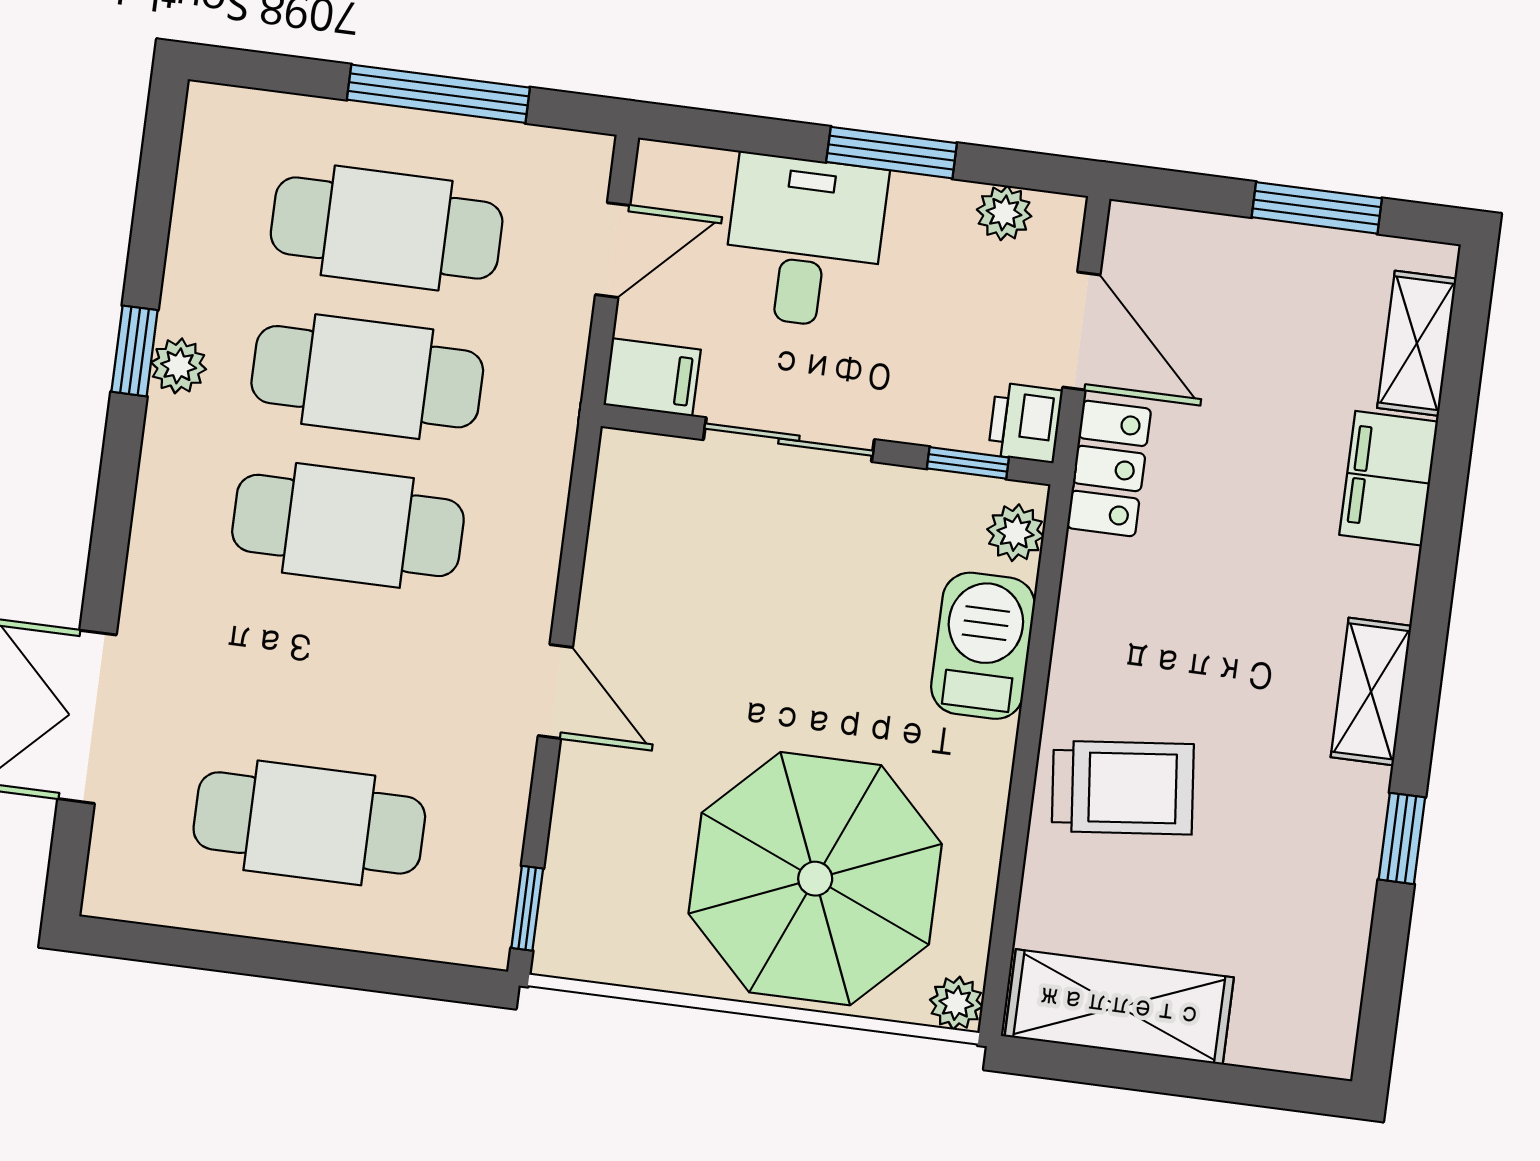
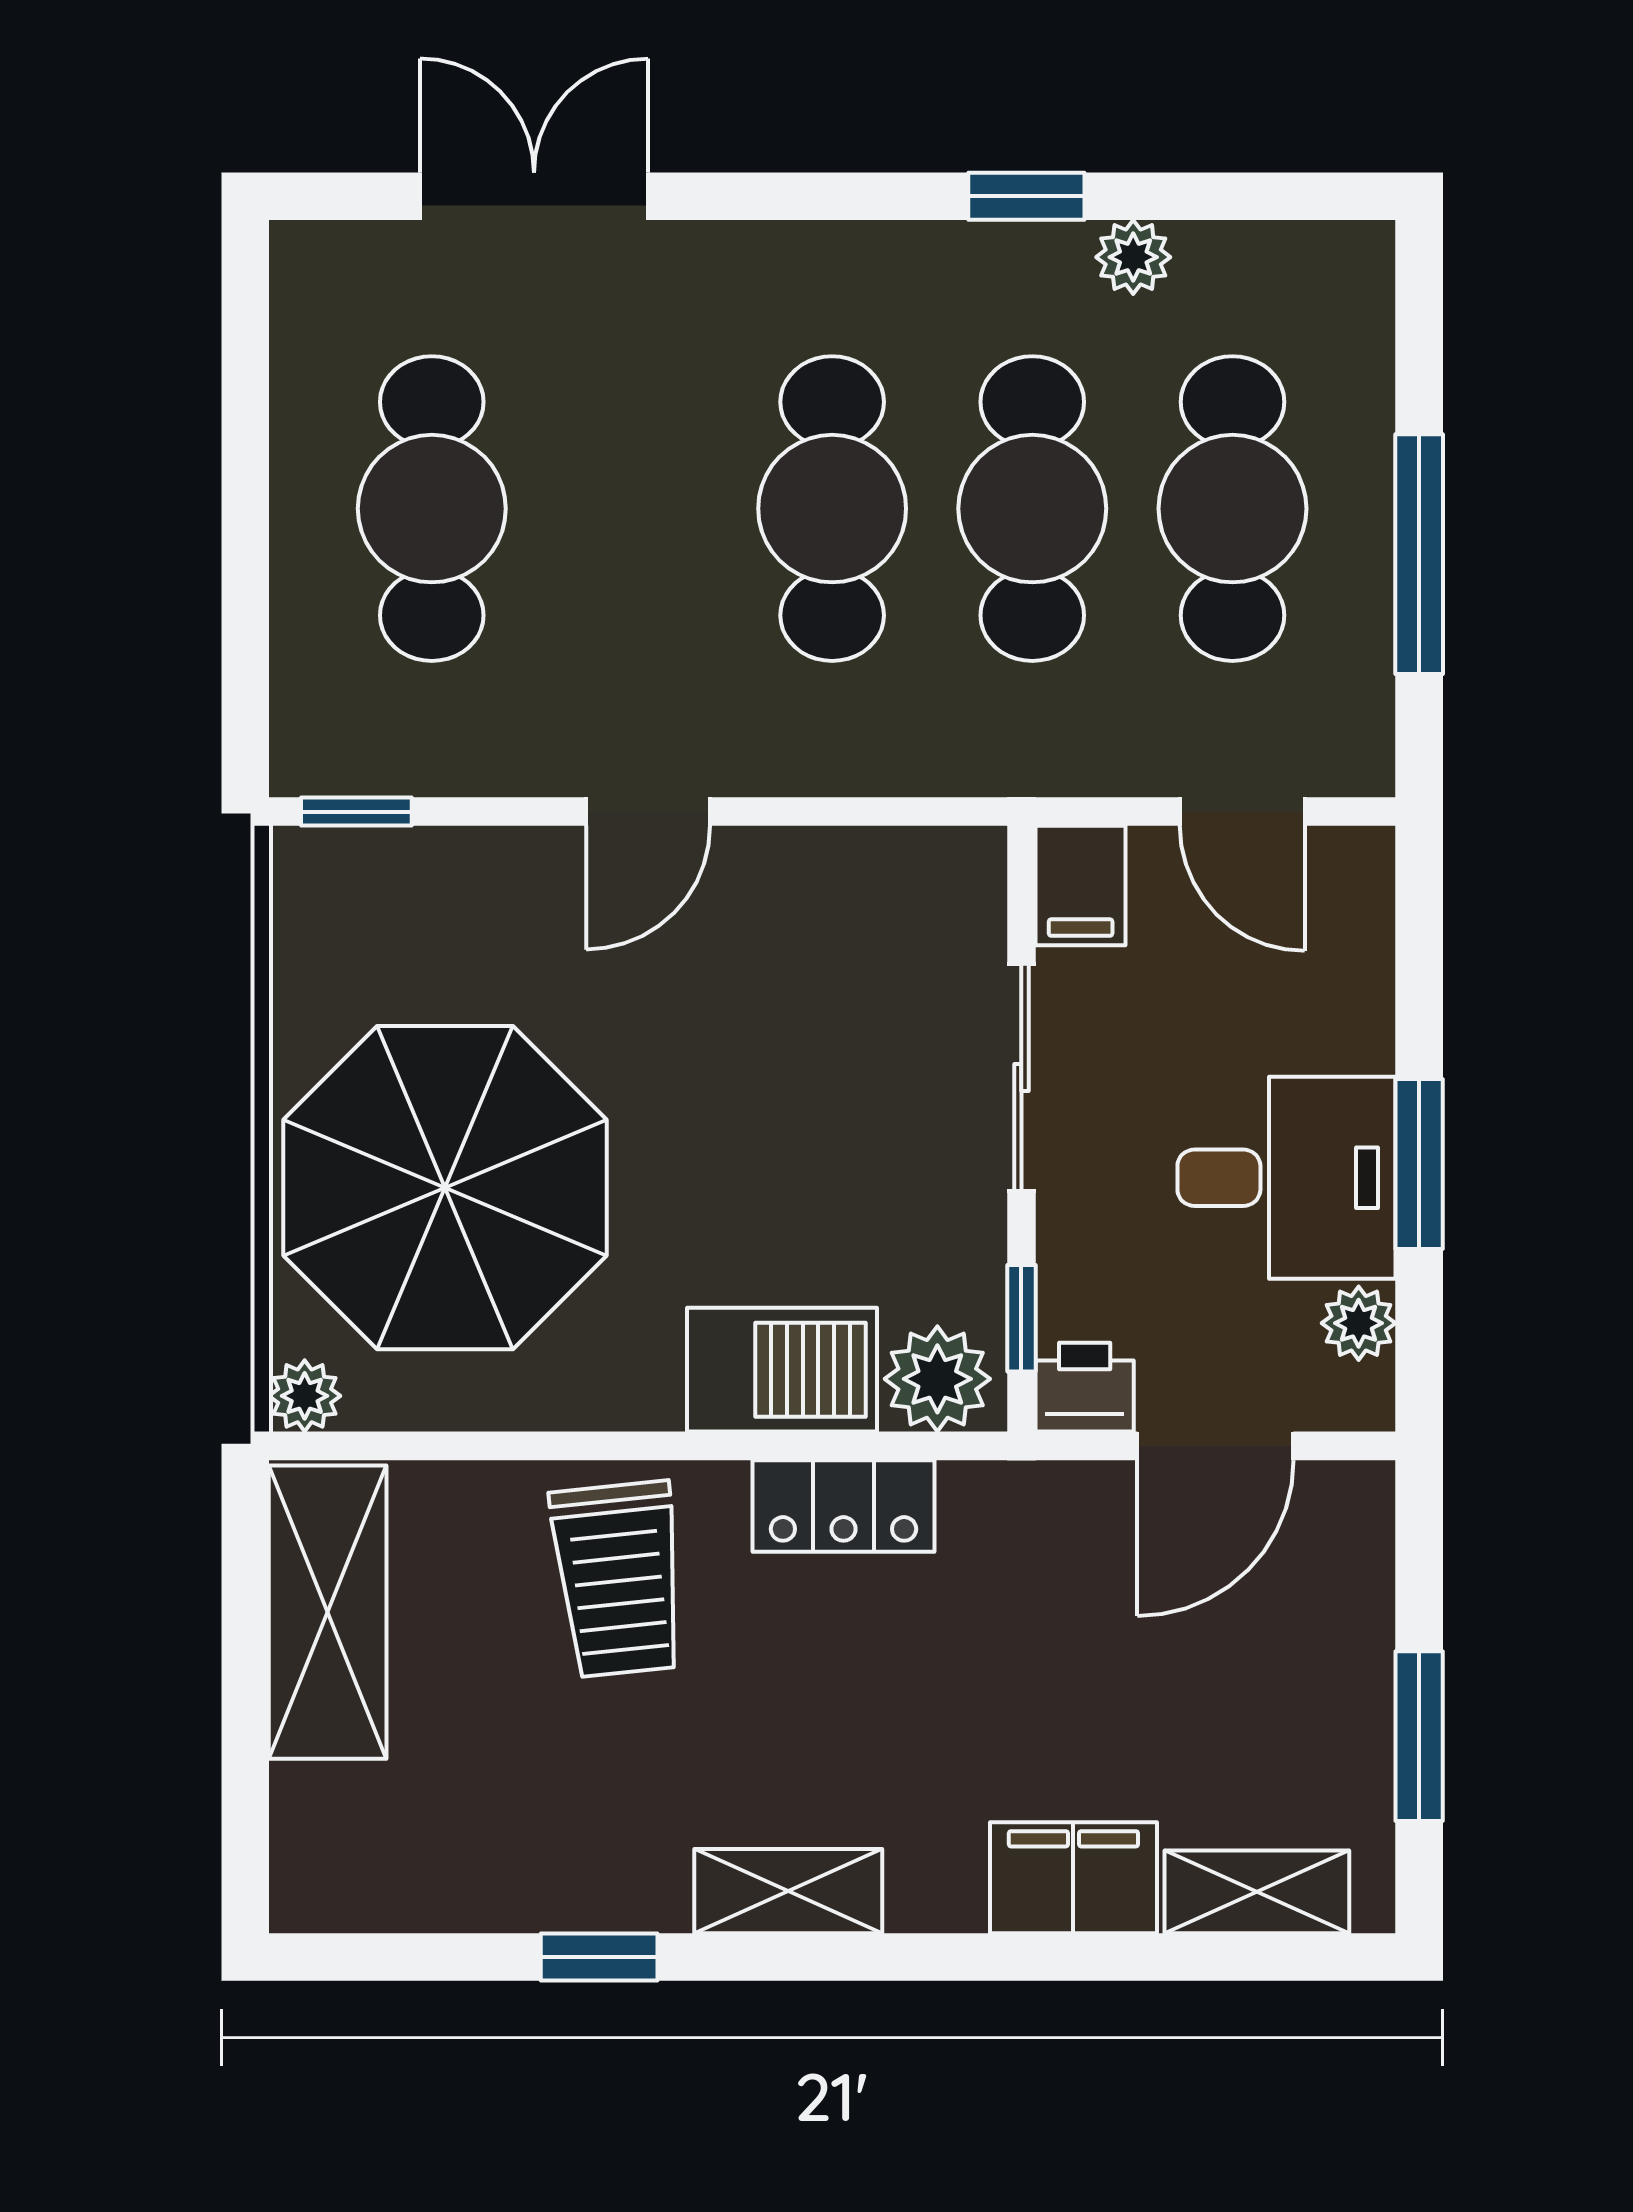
desk: (804, 241) -> (1286, 1178), moved
plant: (179, 366) -> (1133, 257), moved
locker: (1109, 468) -> (843, 1506), moved
plant: (1016, 533) -> (937, 1379), width x1.38, depth x1.38

